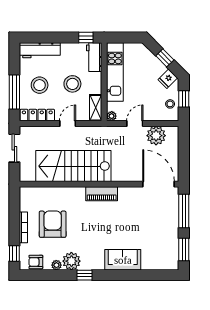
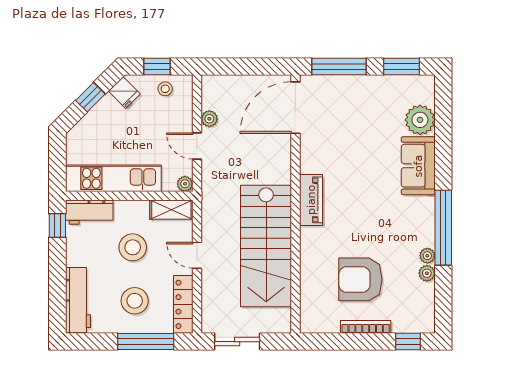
plant: (156, 136) -> (209, 119), width x0.53, depth x0.53
plant: (71, 261) -> (427, 256), width x0.53, depth x0.53
plant: (151, 261) -> (420, 120), added
armchair: (36, 262) -> (422, 307), removed
window: (85, 275) -> (443, 228), width x3.17

